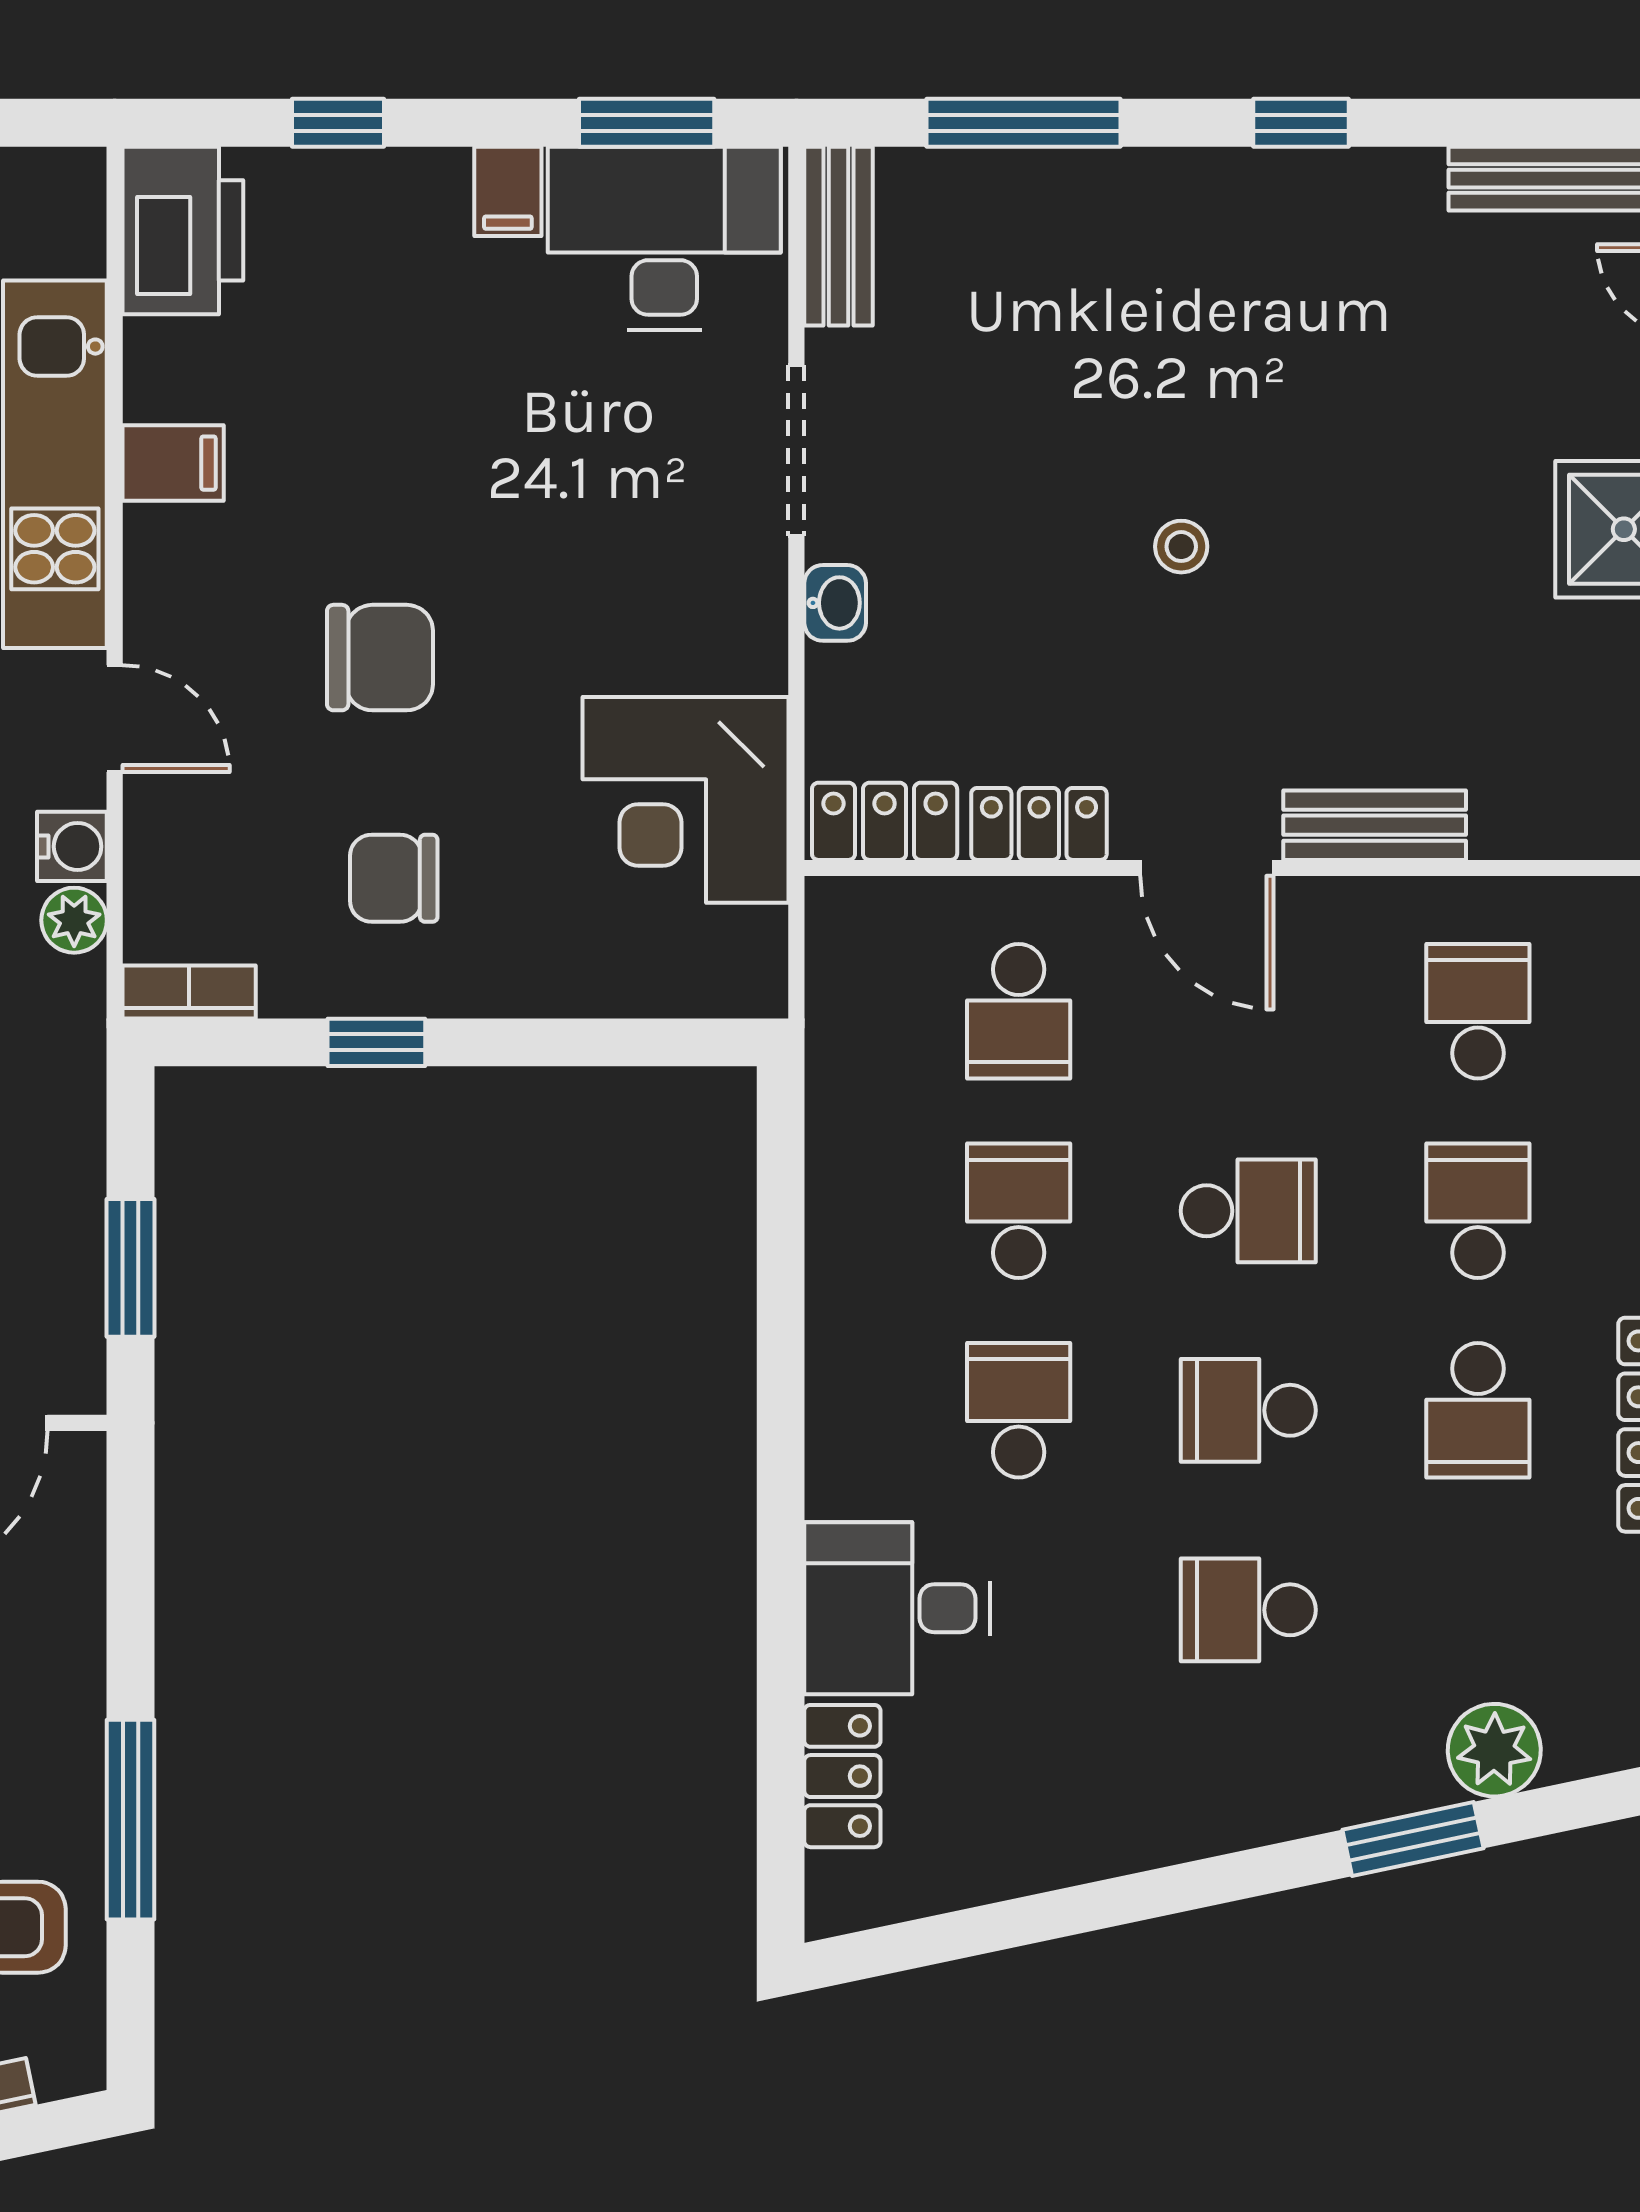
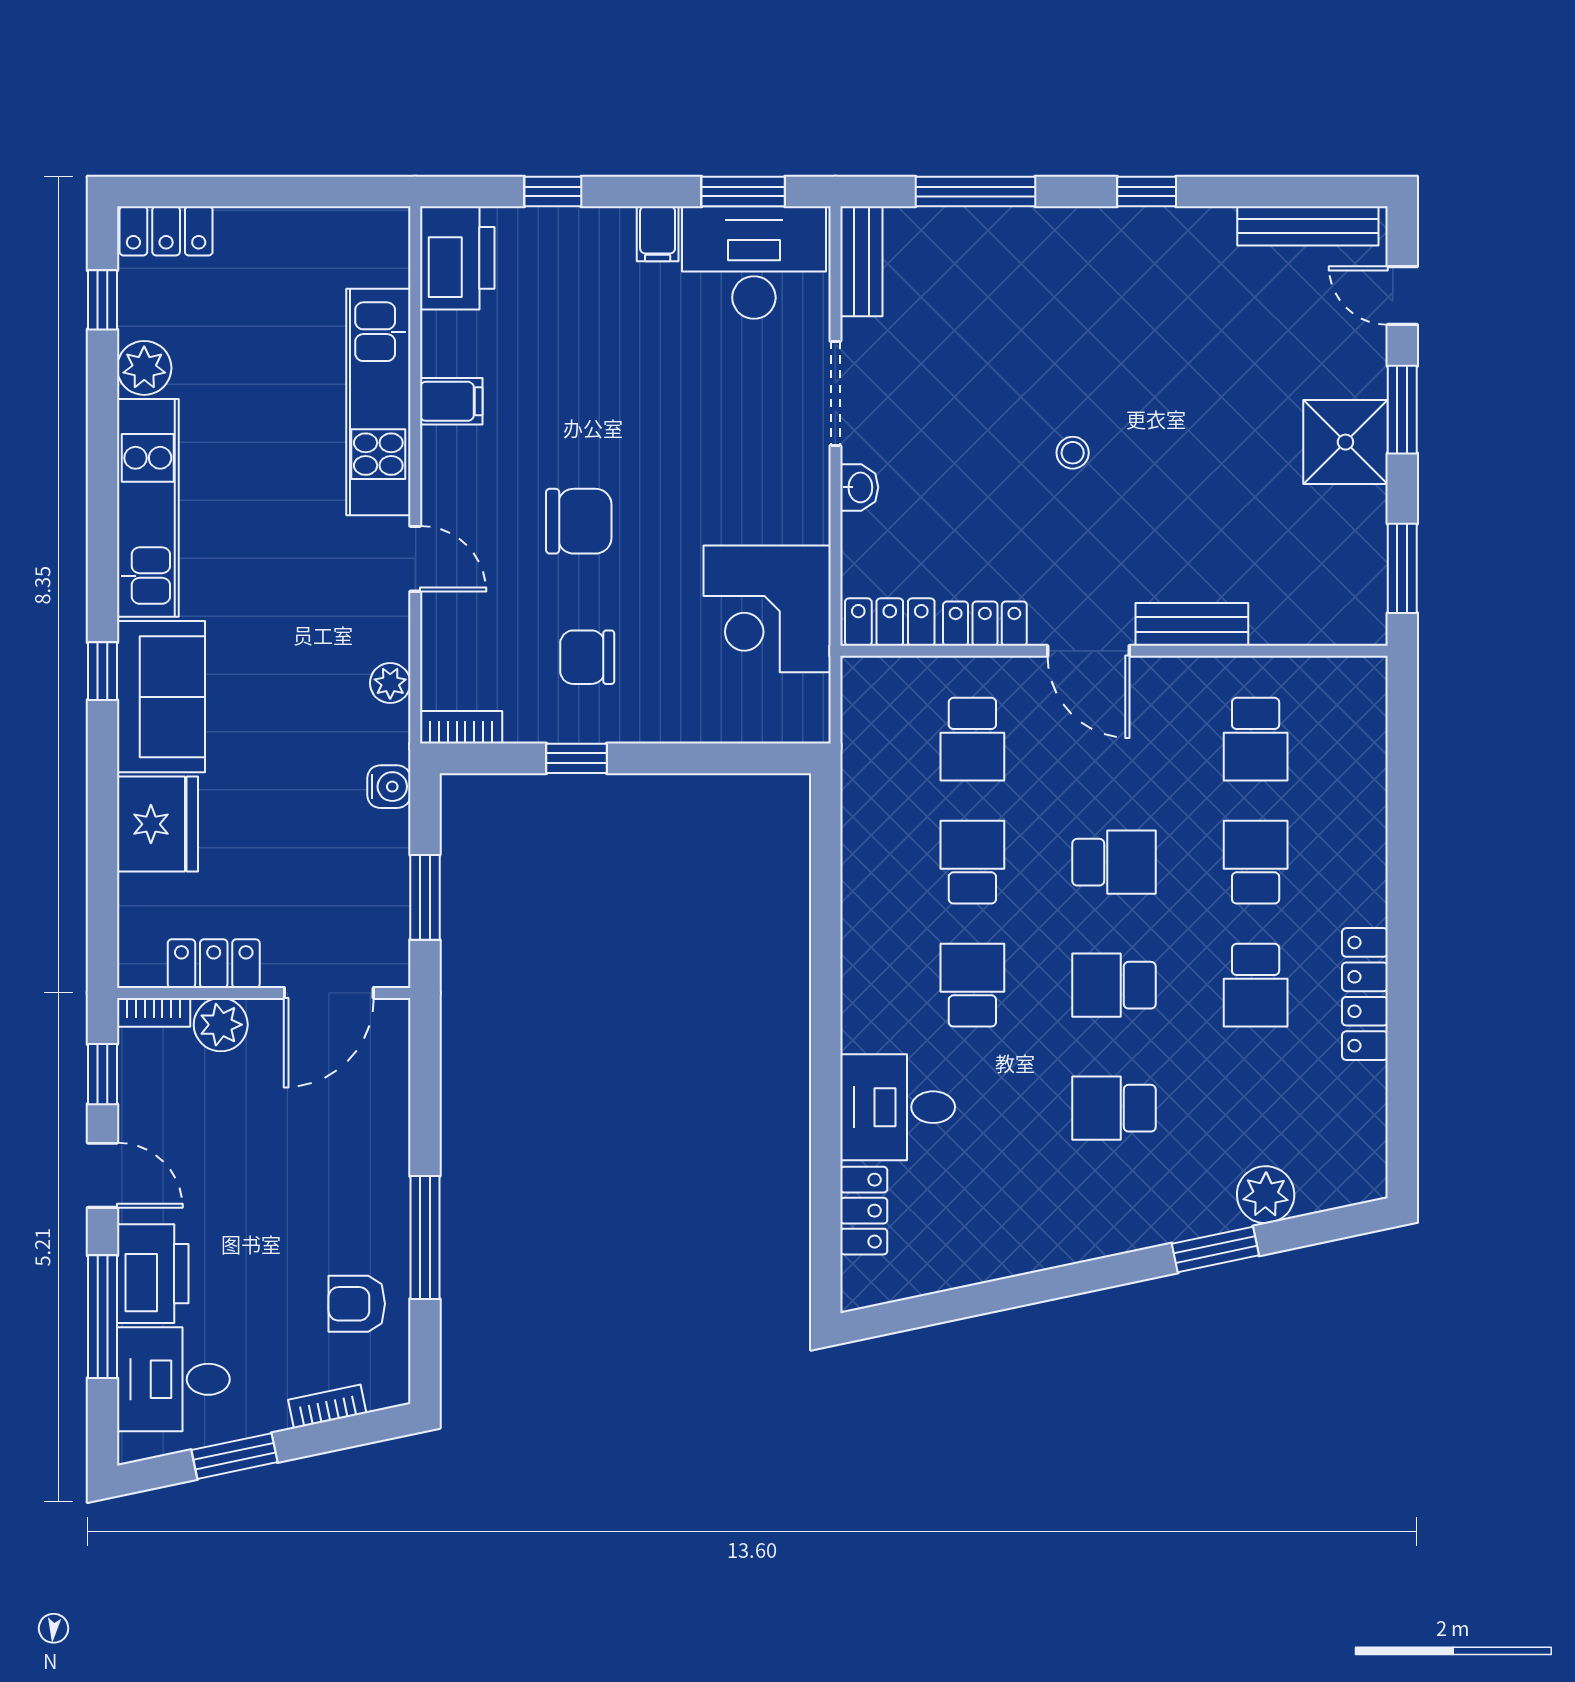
water cooler: (72, 846) -> (389, 787), moved
school desk: (1478, 1011) -> (1256, 739), turned 180

